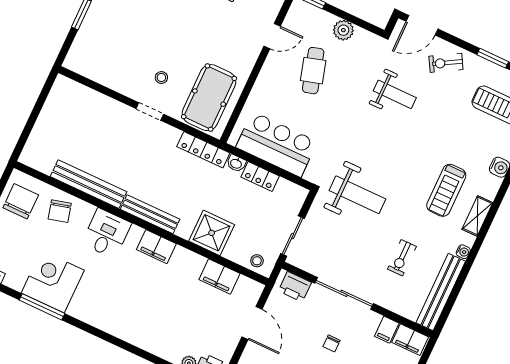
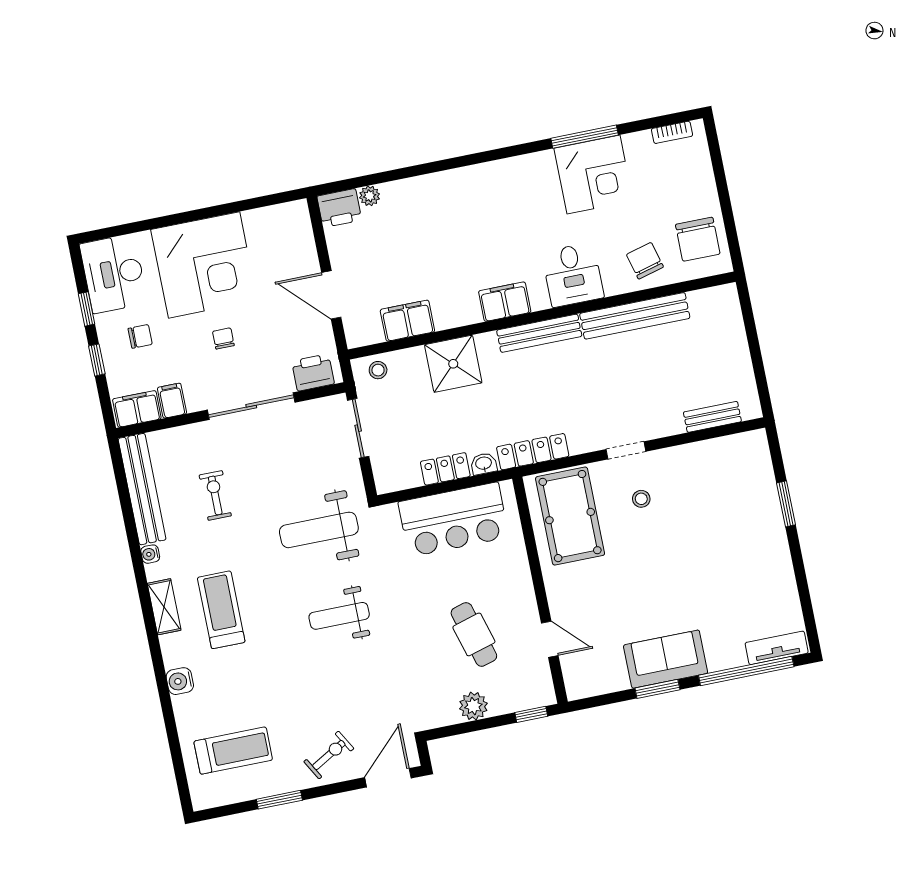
door: (272, 36) -> (550, 639), swing flipped
bench: (87, 94) -> (712, 417), added
weight bench: (395, 94) -> (339, 616), moved

